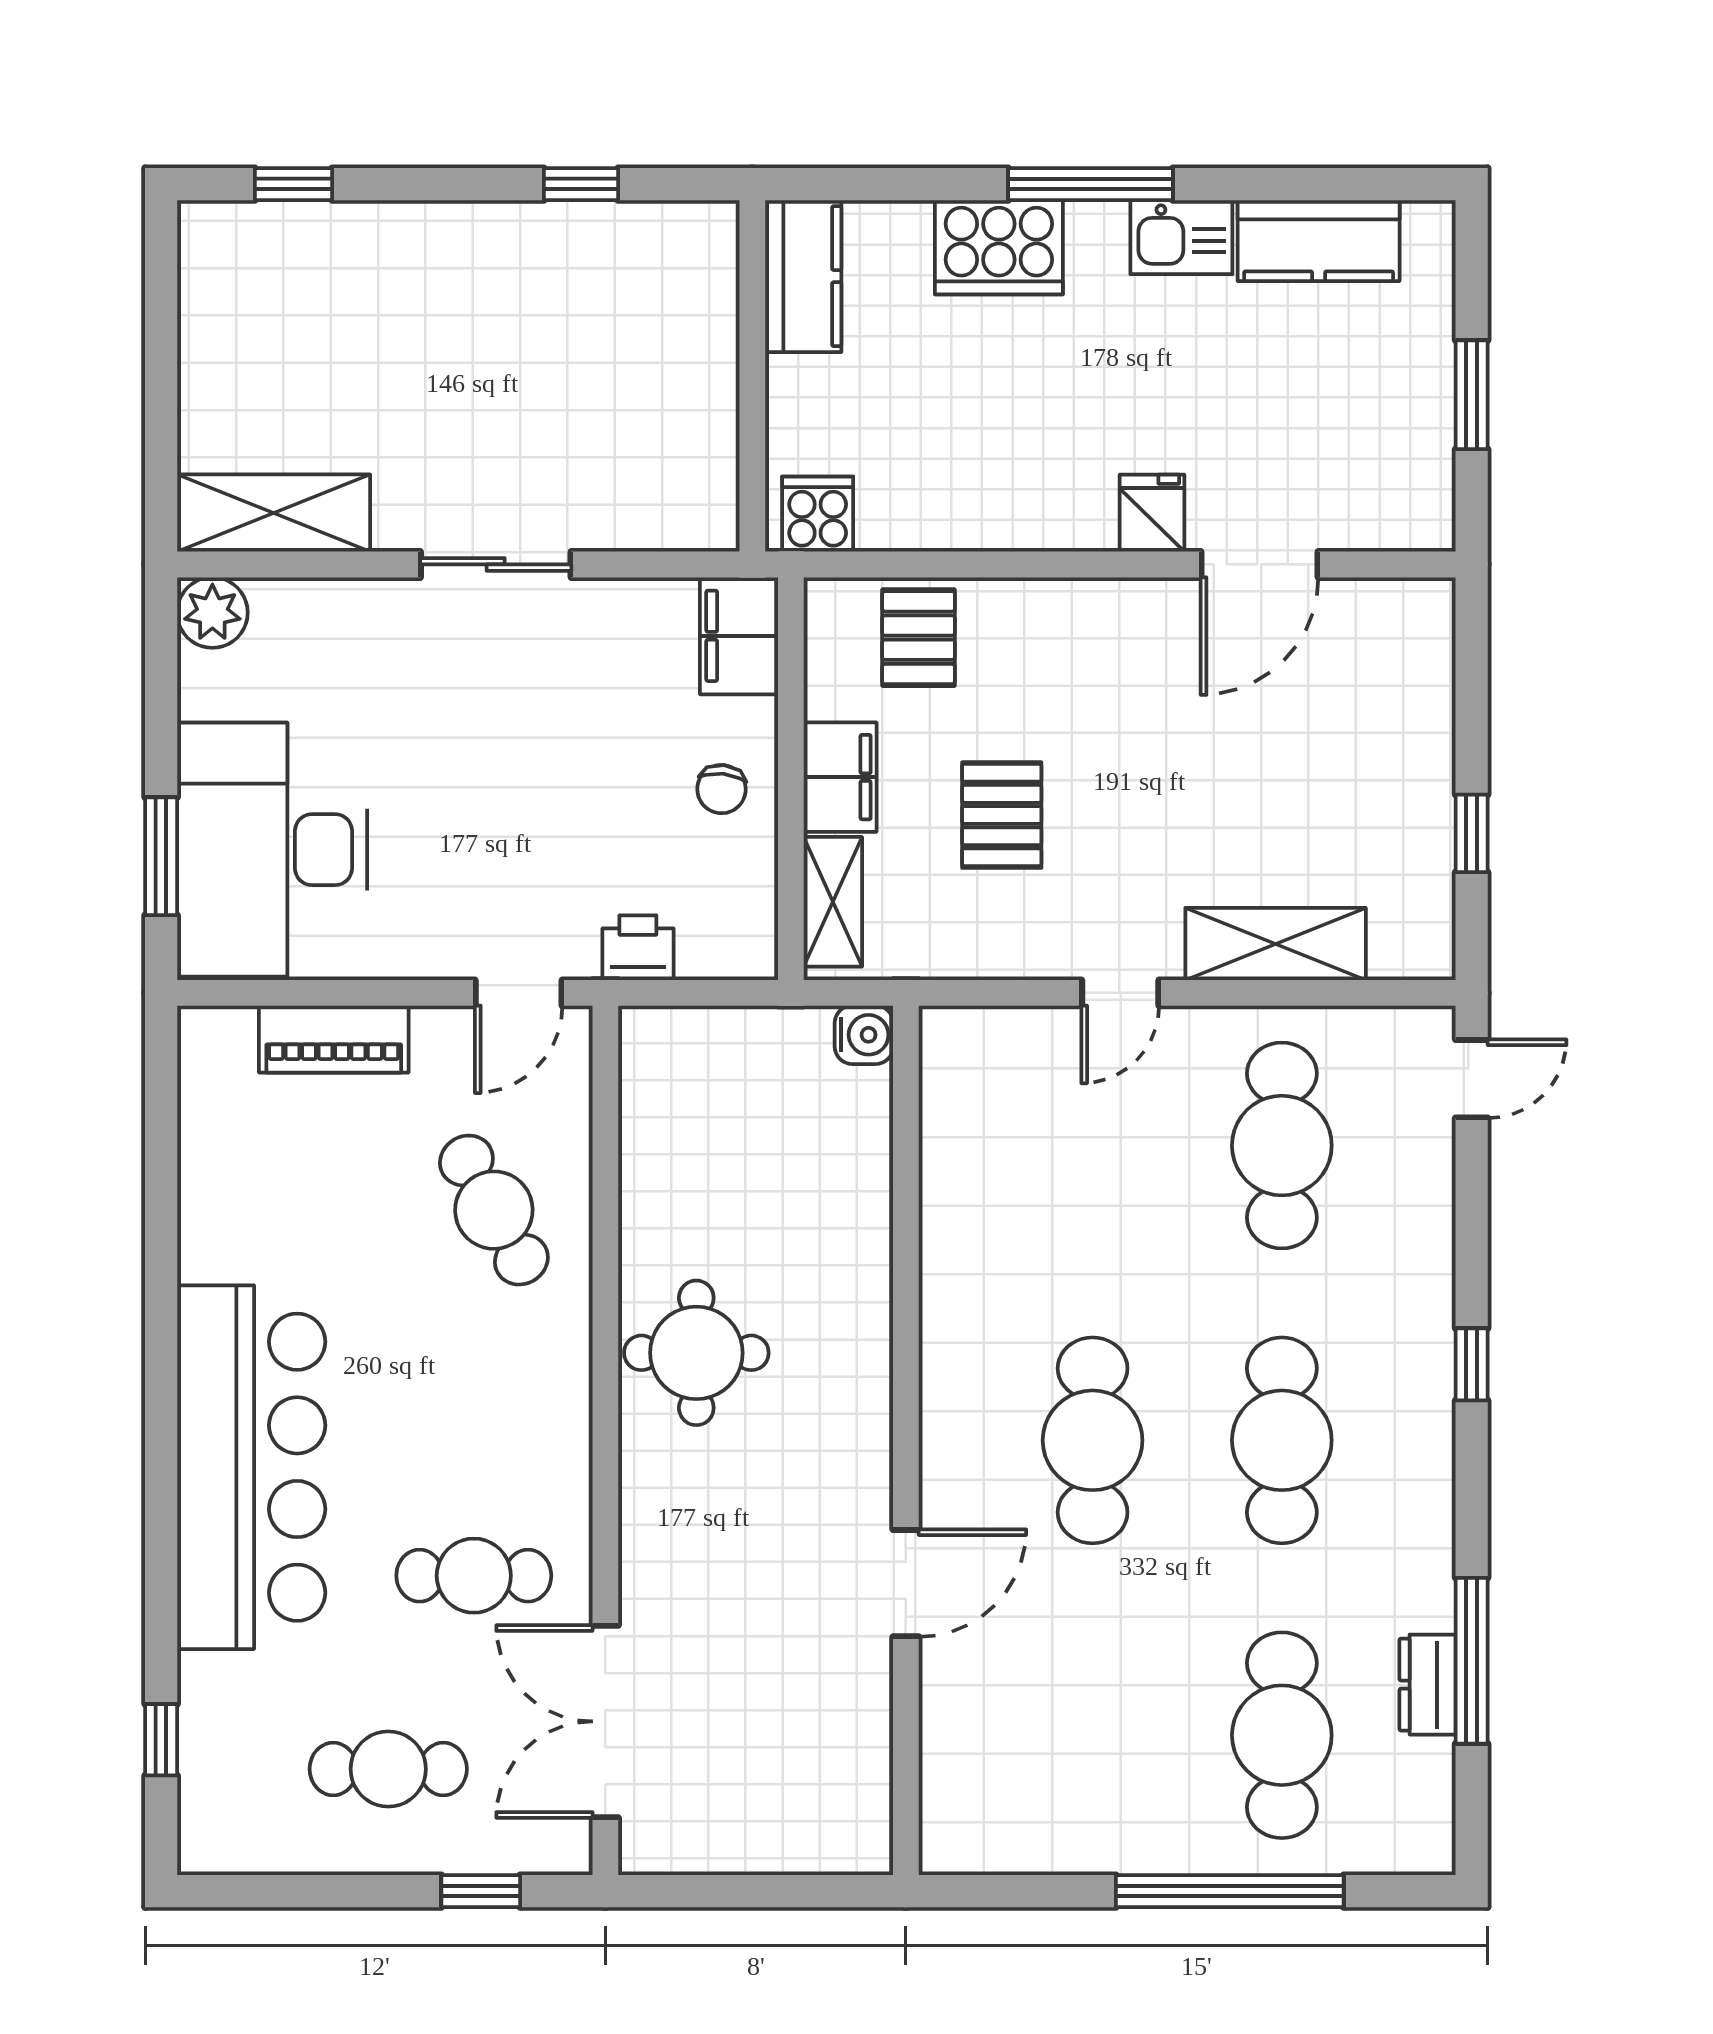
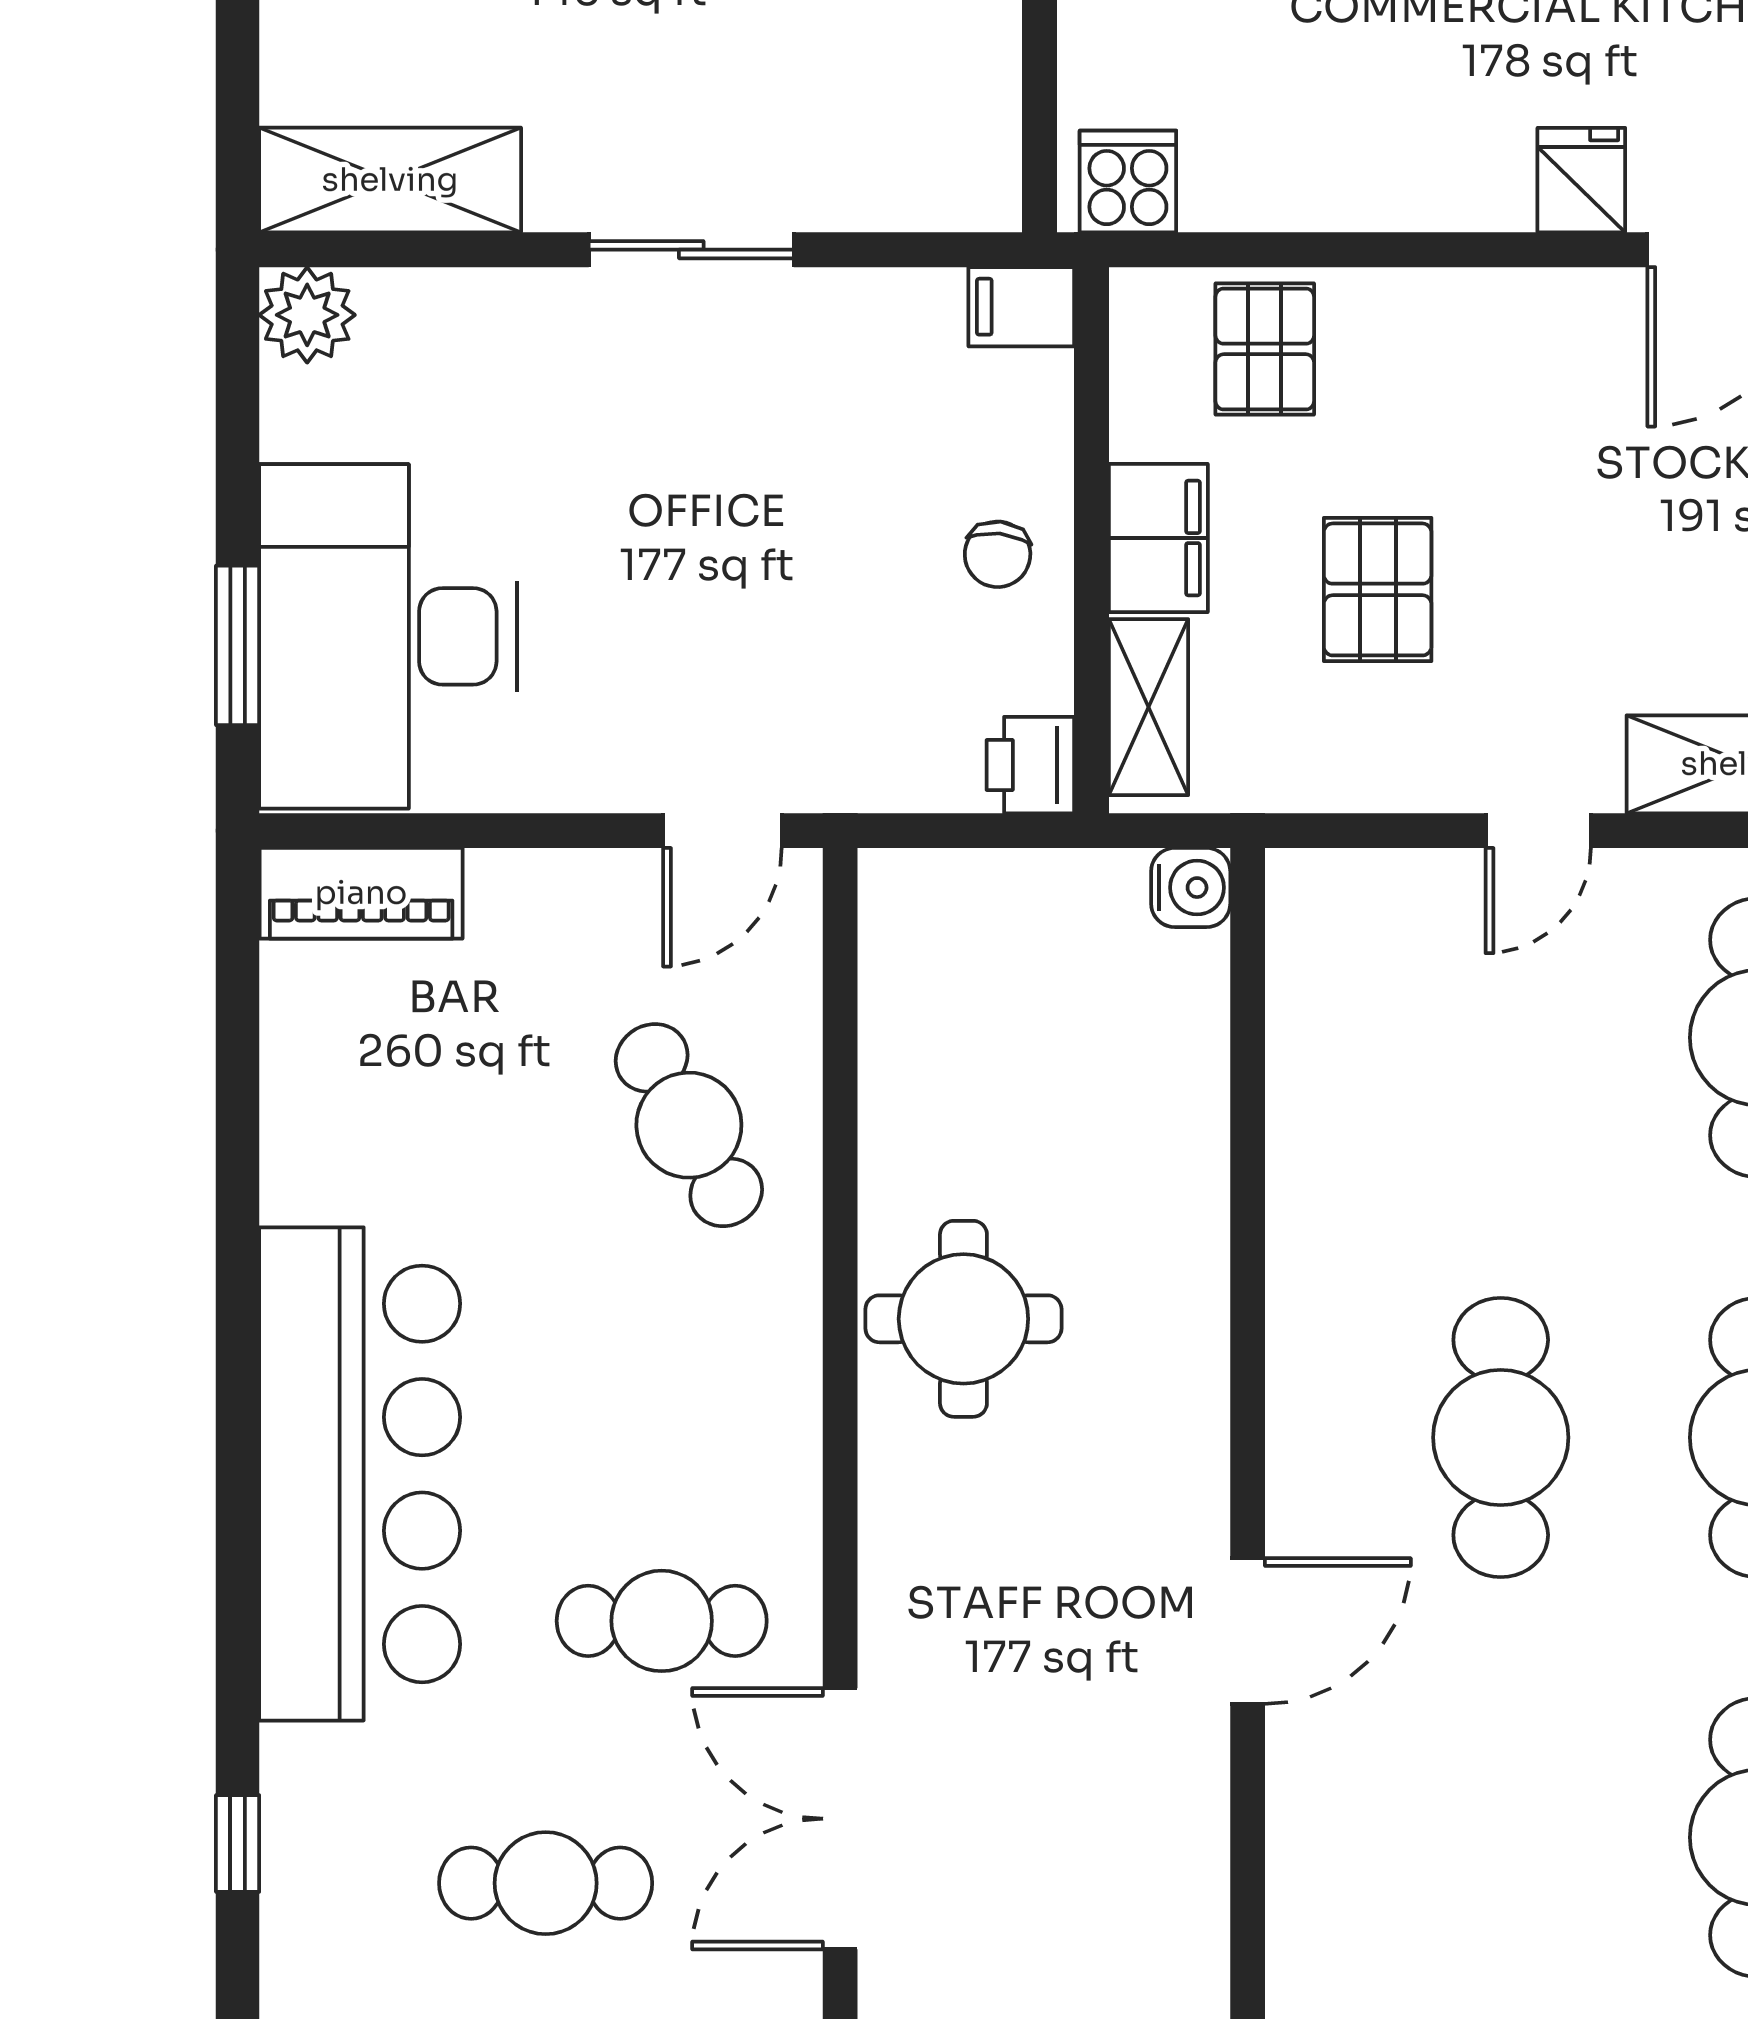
filing cabinet: (739, 636) -> (1021, 307), width x0.50
printer: (638, 948) -> (1030, 765), moved, turned -90
piano: (334, 1039) -> (361, 893), moved

